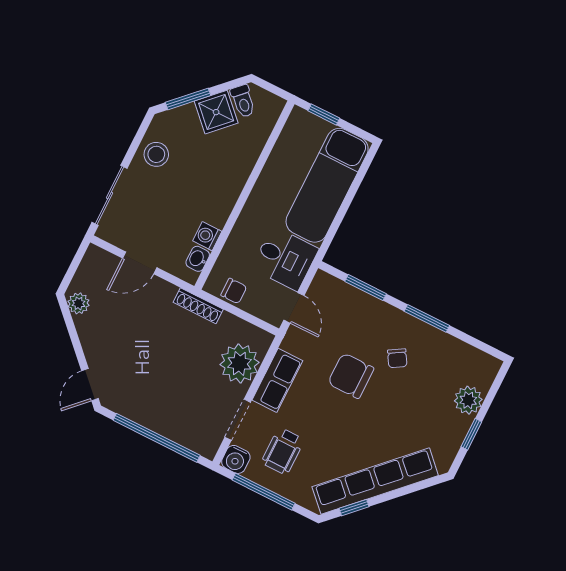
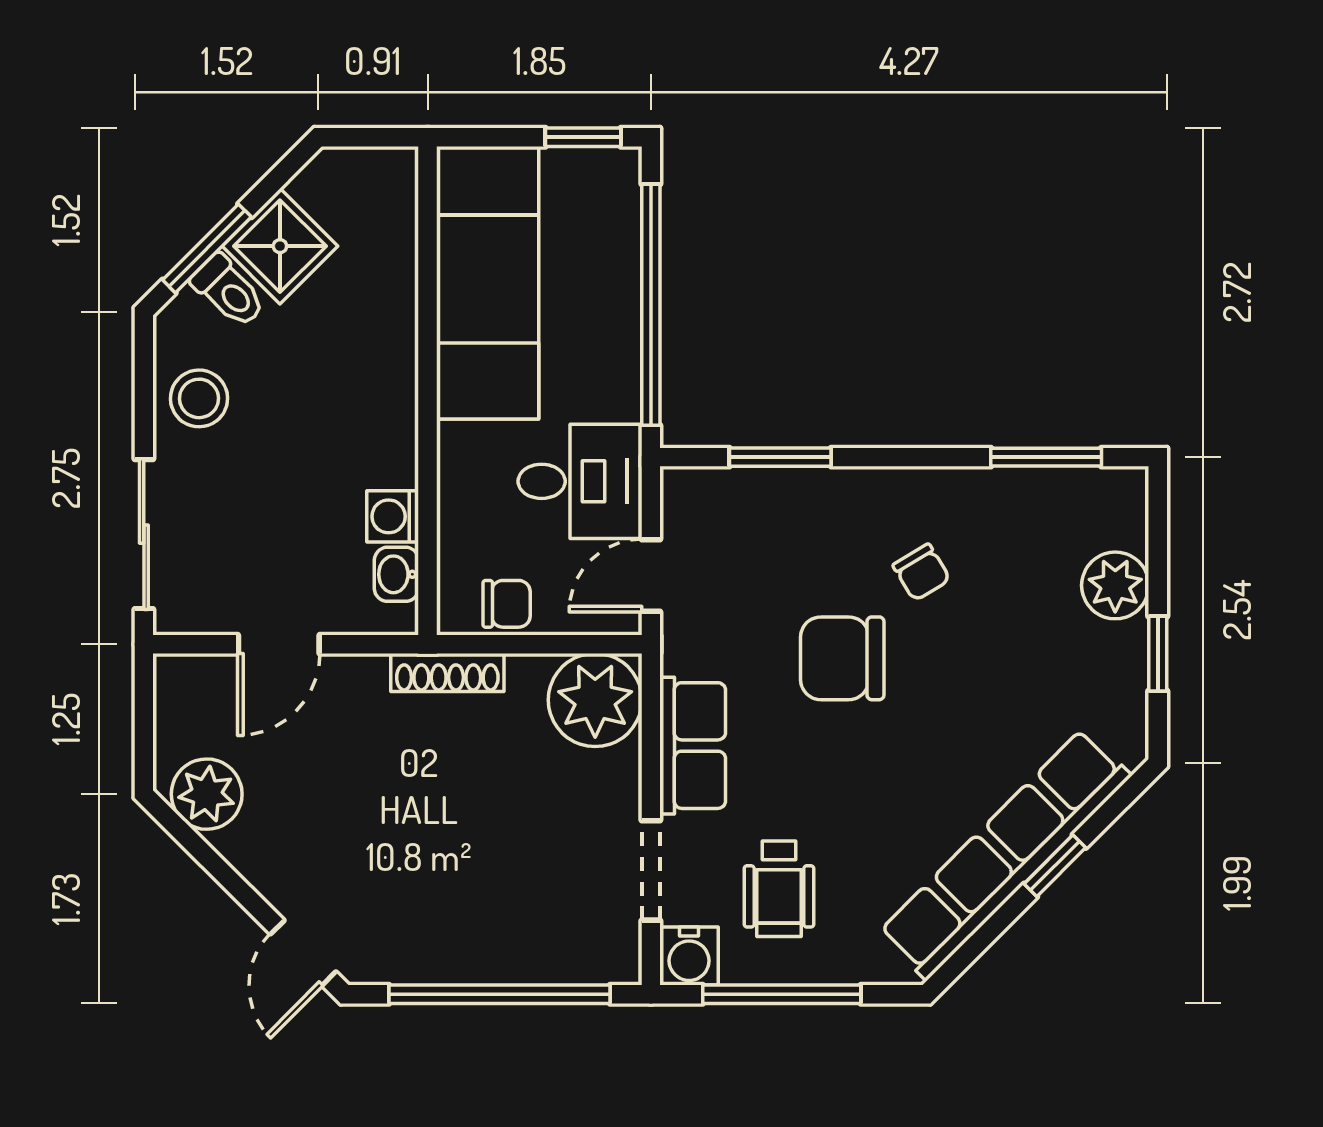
toilet: (243, 101) -> (229, 291), moved
window: (324, 114) -> (583, 137), moved
exam couch: (327, 185) -> (488, 283), moved, turned 180
window: (346, 205) -> (651, 305), added
plant: (79, 303) -> (207, 794), width x1.38, depth x1.38
door: (294, 308) -> (651, 576), swing flipped
window: (427, 318) -> (1046, 457), moved
plant: (239, 363) -> (595, 700), moved
window: (354, 508) -> (1055, 866), moved

